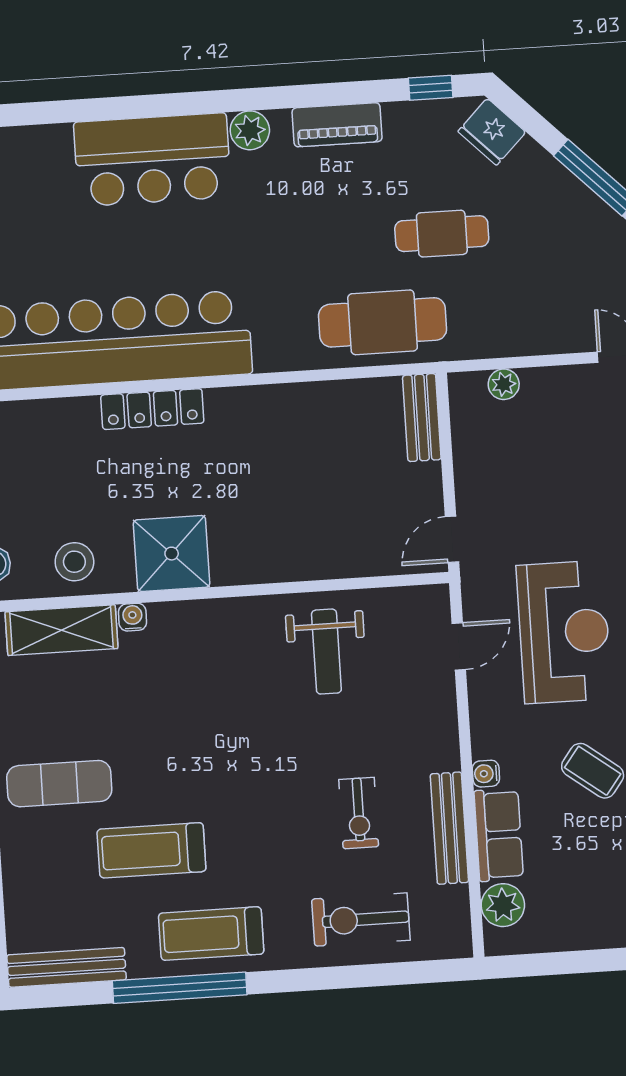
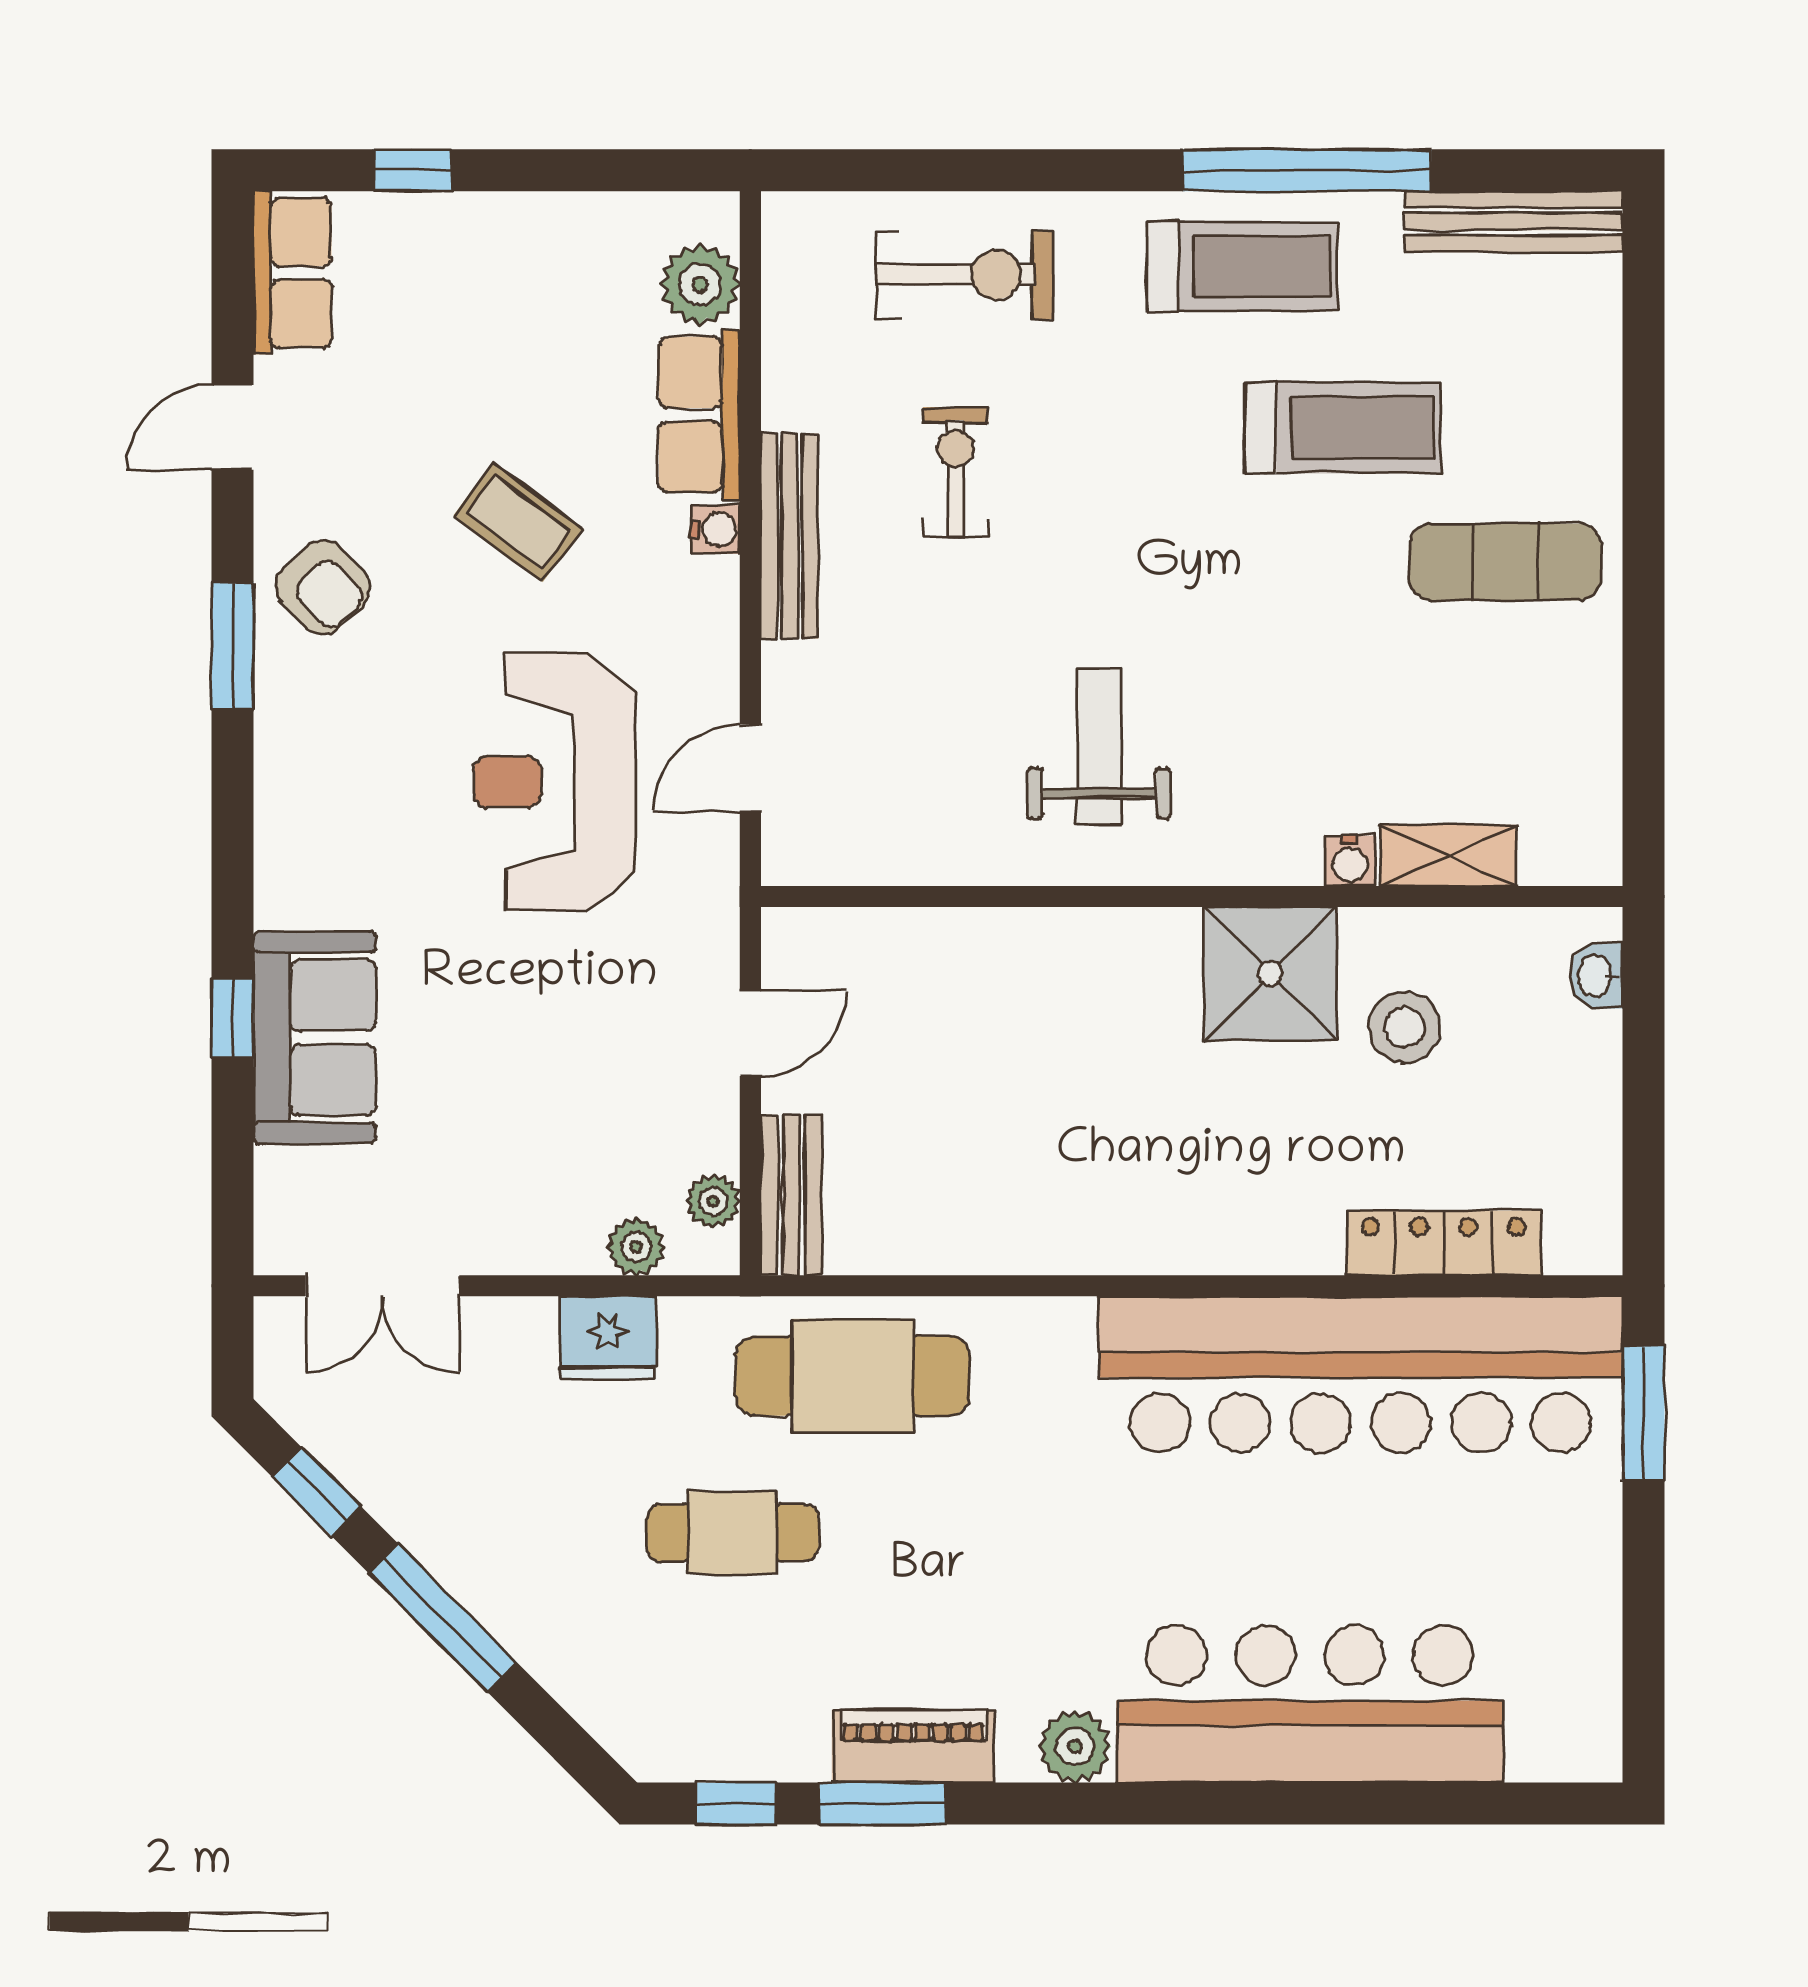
window: (352, 93) -> (882, 1803), added
fridge: (492, 132) -> (608, 1338), moved, turned 135
bar counter: (152, 160) -> (1310, 1704), width x1.36
locker: (152, 409) -> (1444, 1243), moved
plant: (464, 411) -> (713, 1201), added
door: (452, 539) -> (750, 1034), moved
stool: (74, 562) -> (1405, 1027), moved
shelving: (61, 630) -> (1449, 855), width x0.67, depth x0.75
weight bench: (326, 652) -> (1099, 746), moved
bench: (449, 828) -> (790, 536), moved

